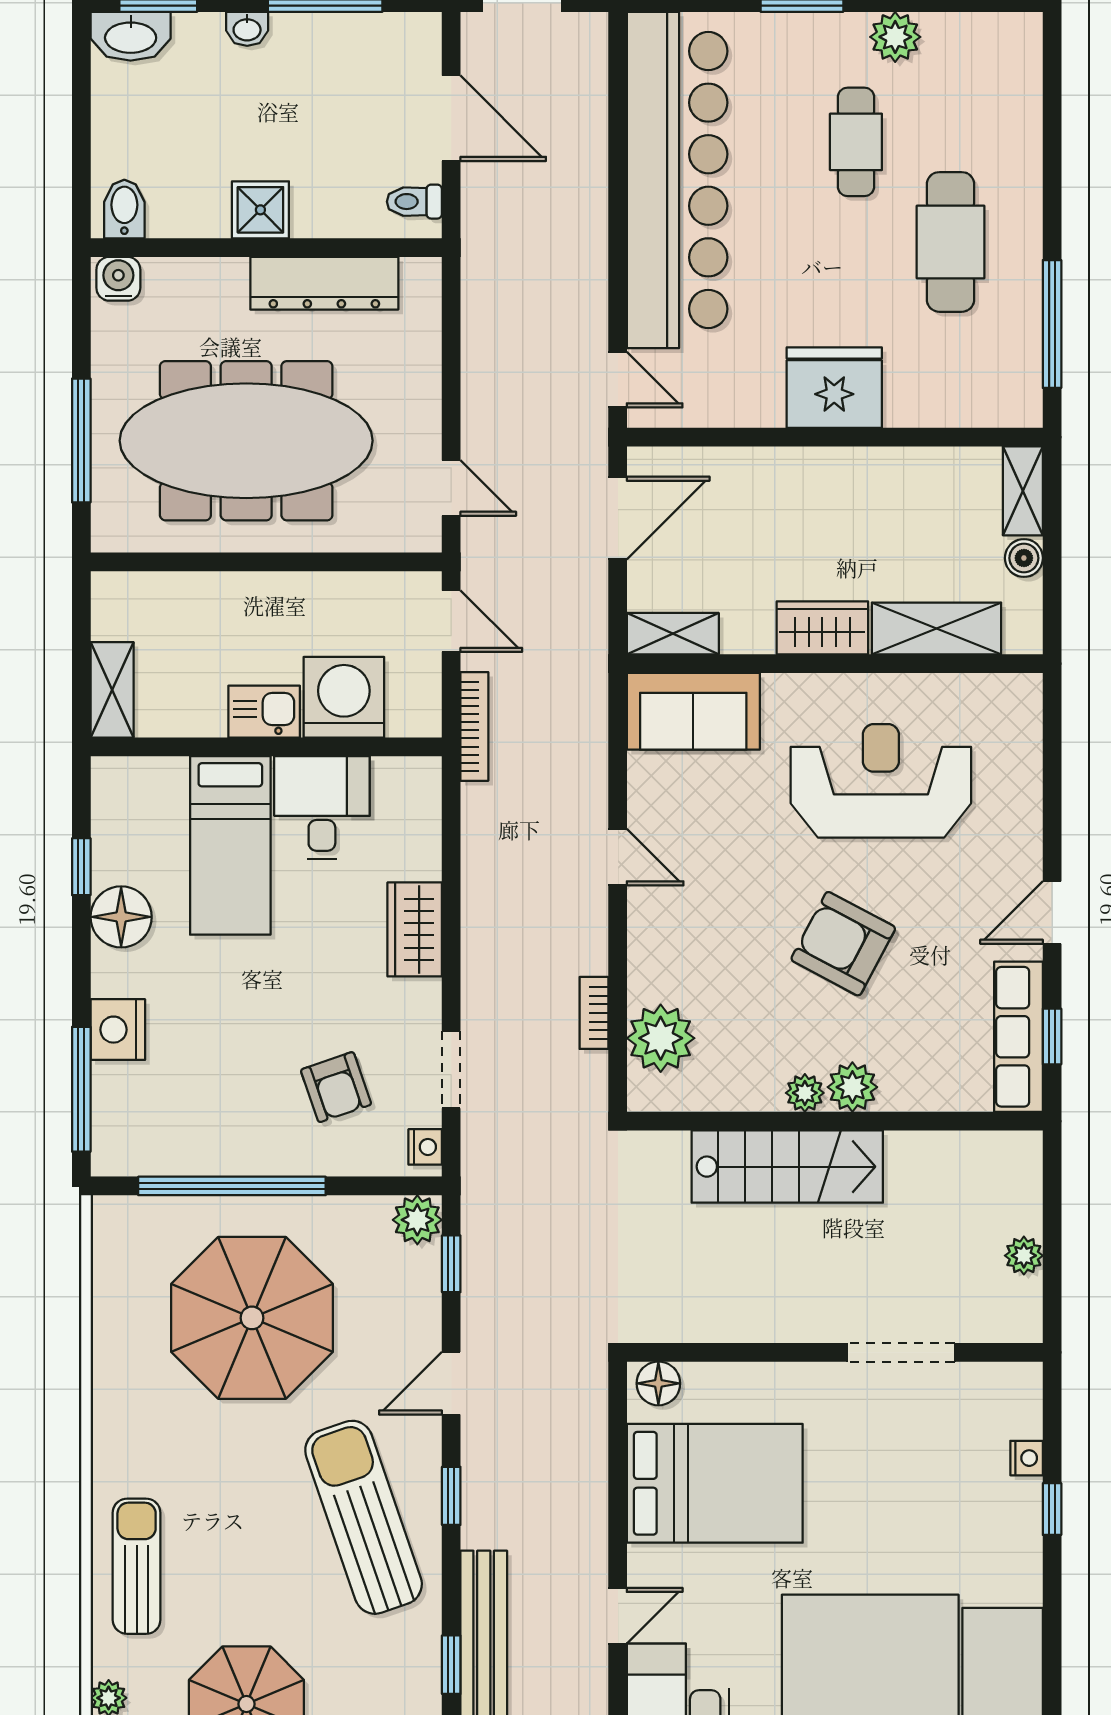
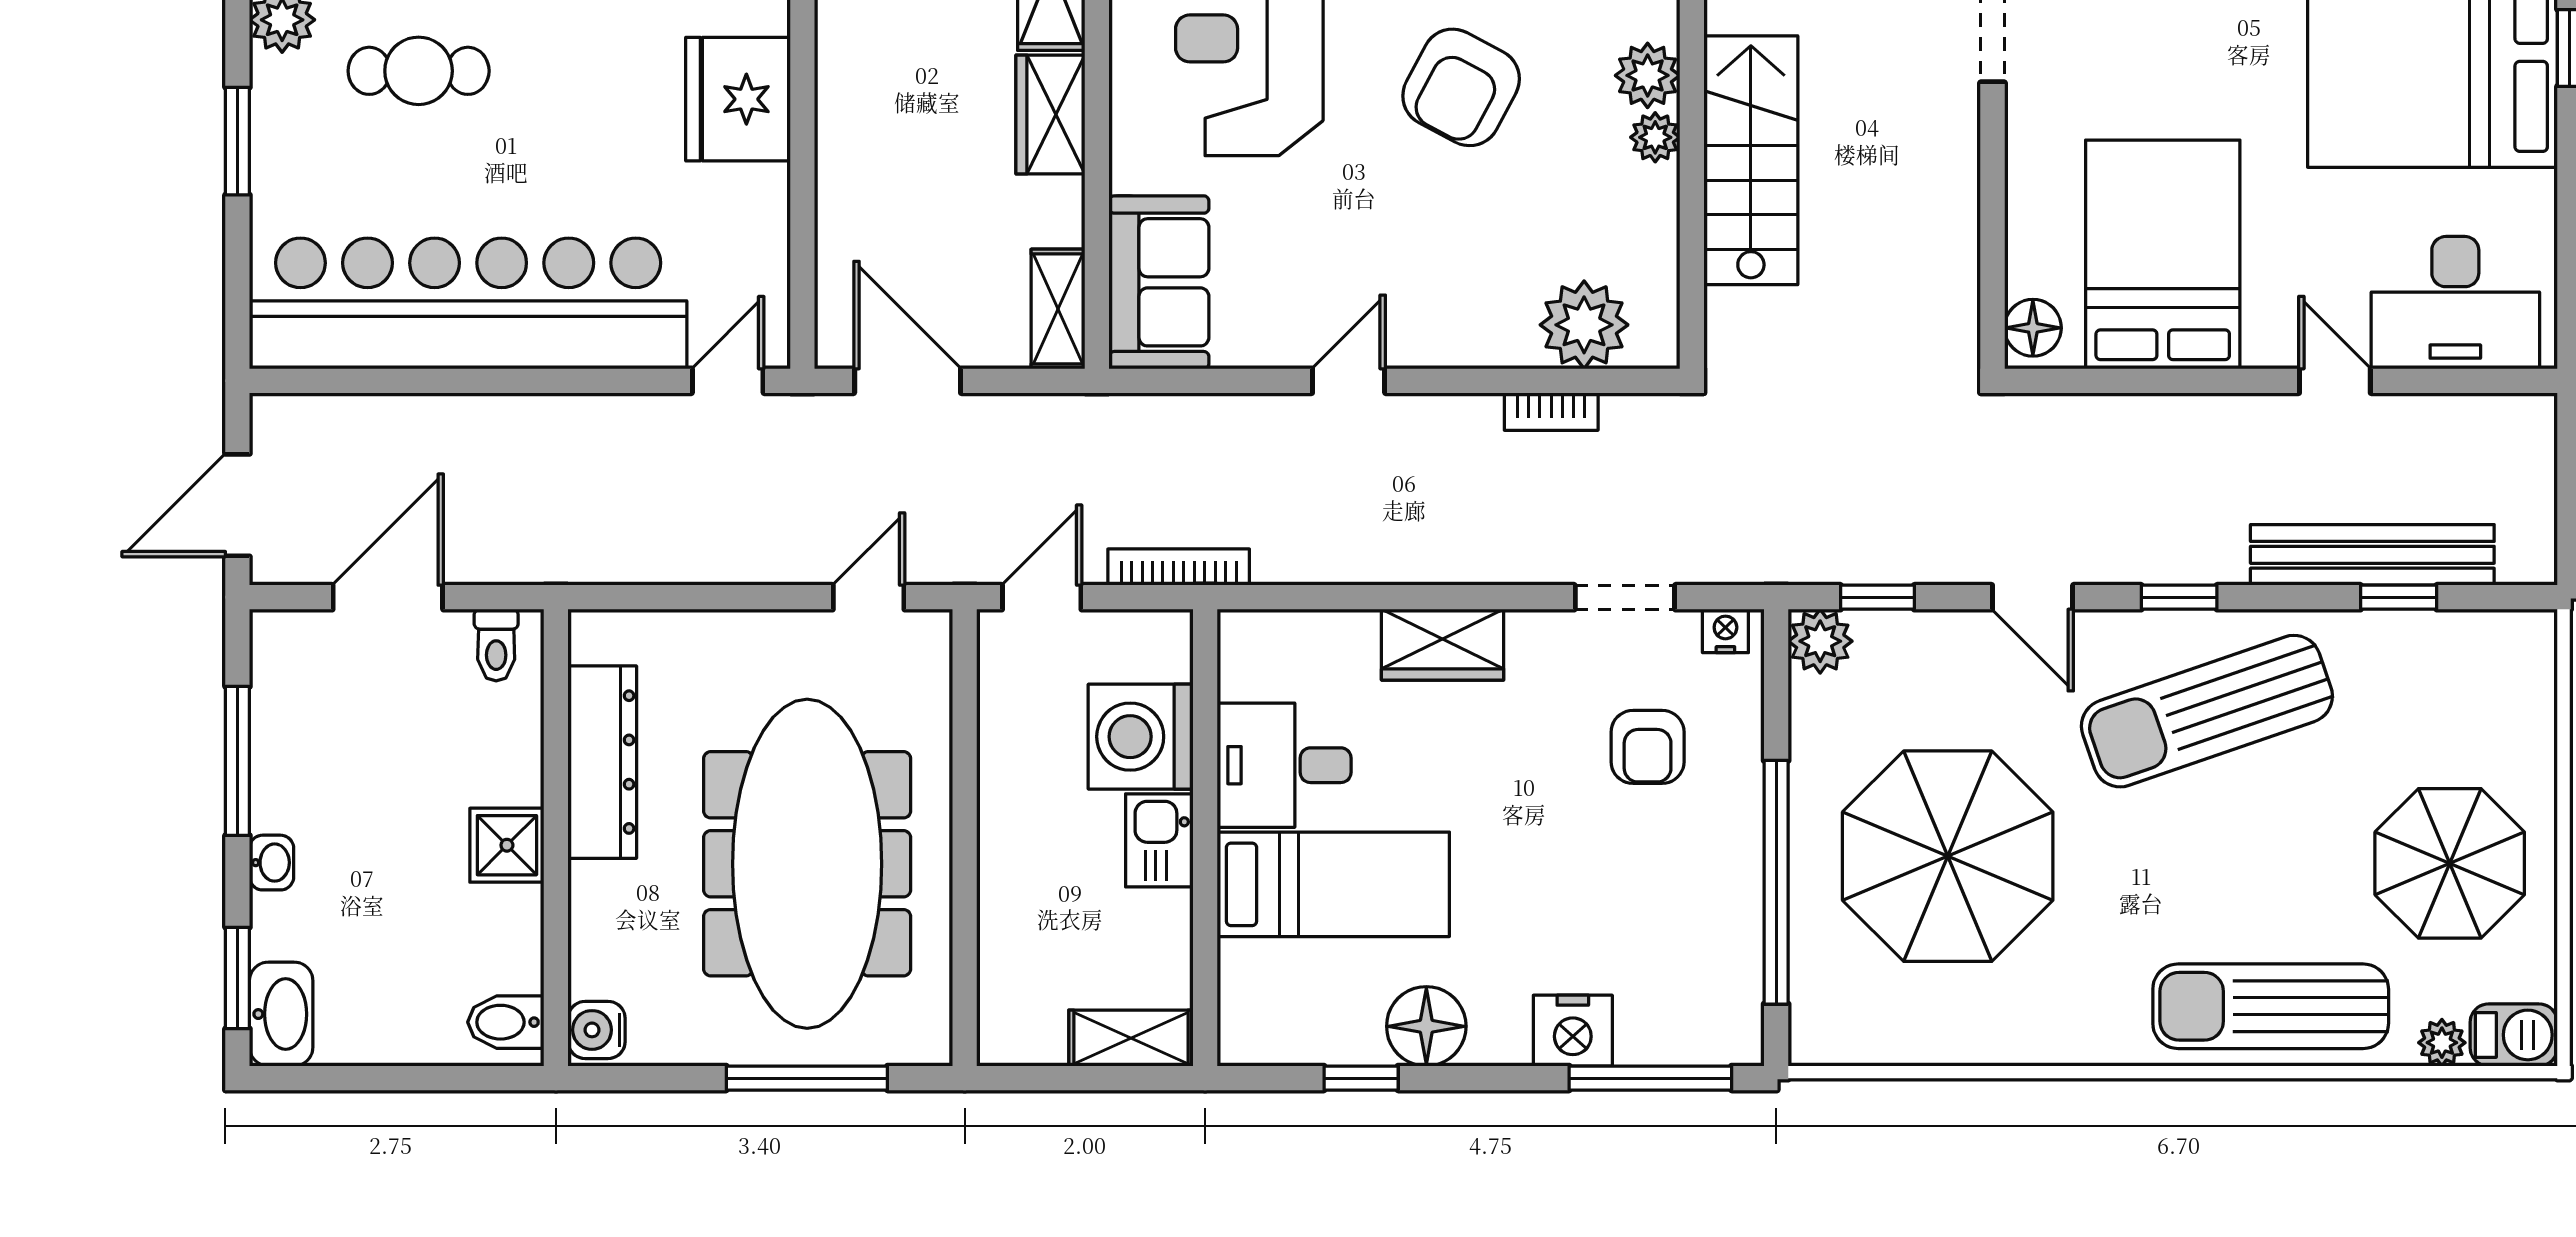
armchair: (336, 1087) -> (1648, 747), turned 109
sun lounger: (137, 1566) -> (2271, 1006), width x1.36, depth x1.34

